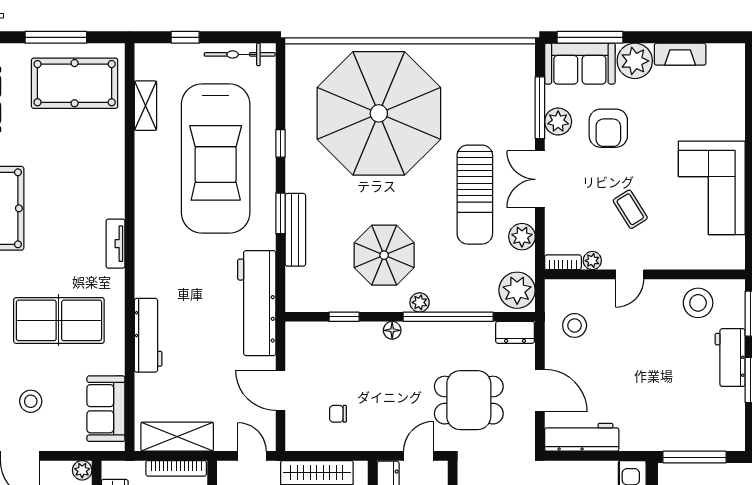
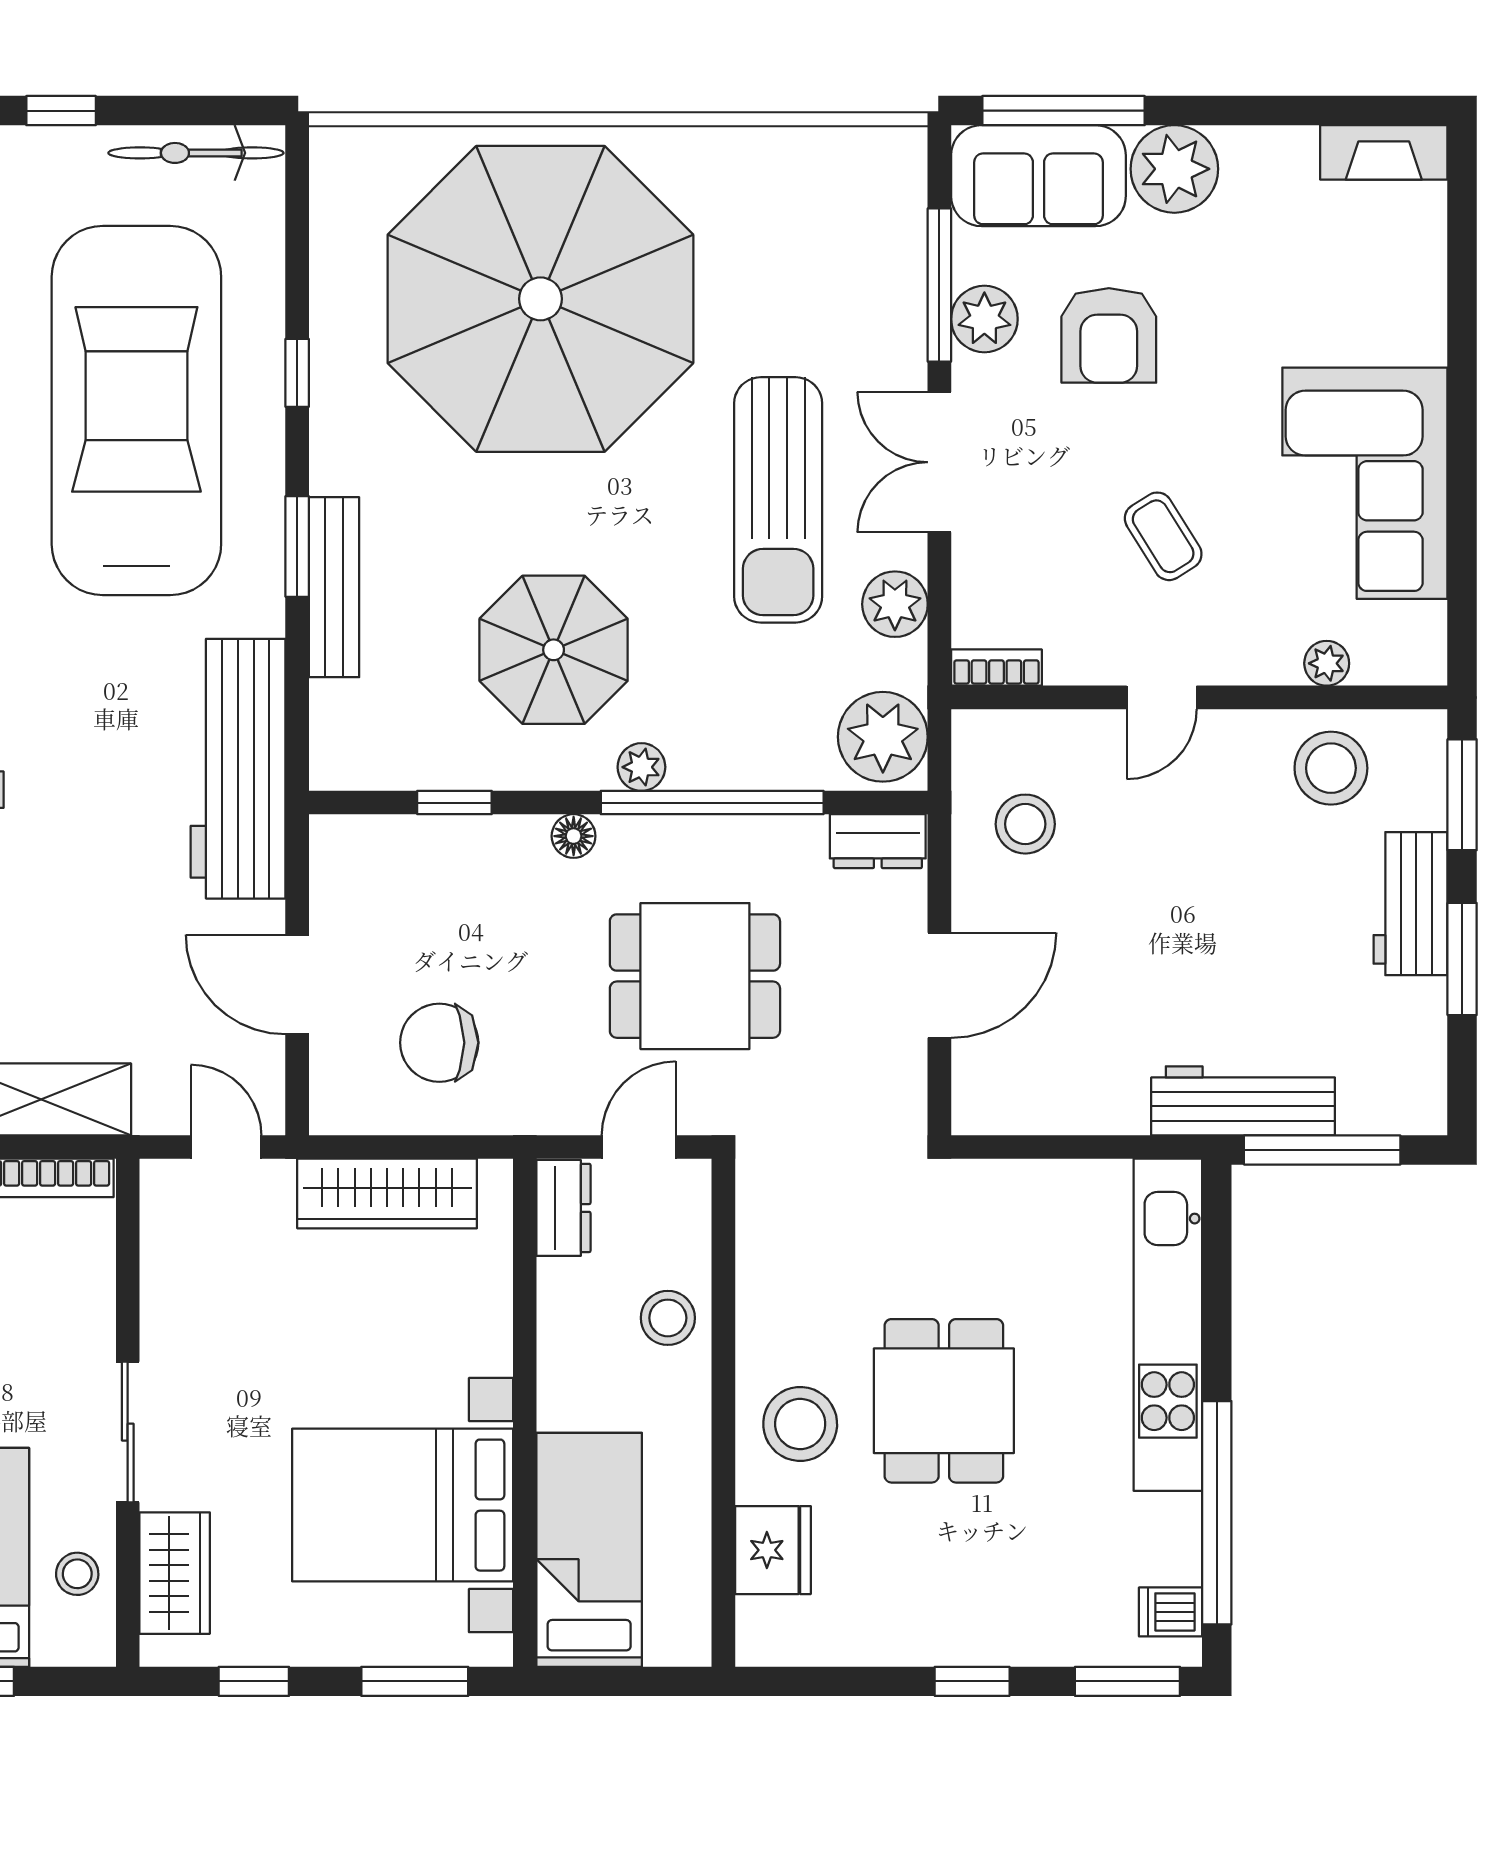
fireplace: (680, 54) -> (1384, 152), moved
car: (216, 158) -> (136, 411), turned 180
plant: (592, 261) -> (1327, 663), moved
door: (540, 391) -> (939, 985), hinge flipped
dining table: (469, 400) -> (695, 976), moved
chair: (338, 414) -> (439, 1043), width x1.87, depth x1.87
workbench: (582, 437) -> (1243, 1101), moved

